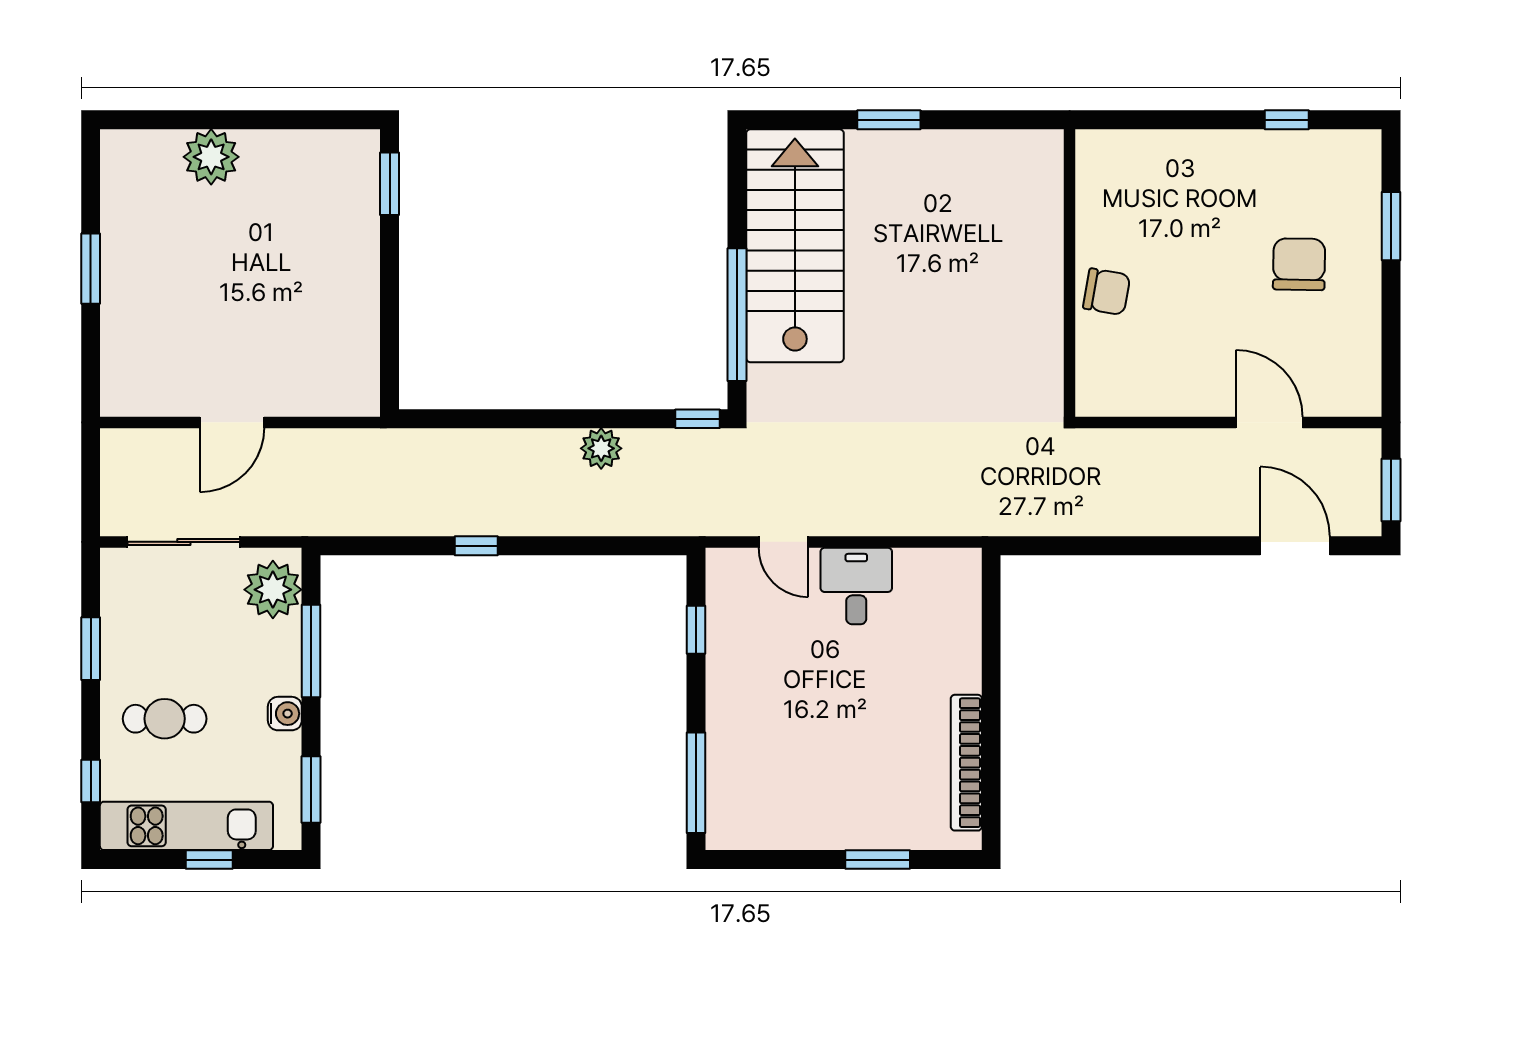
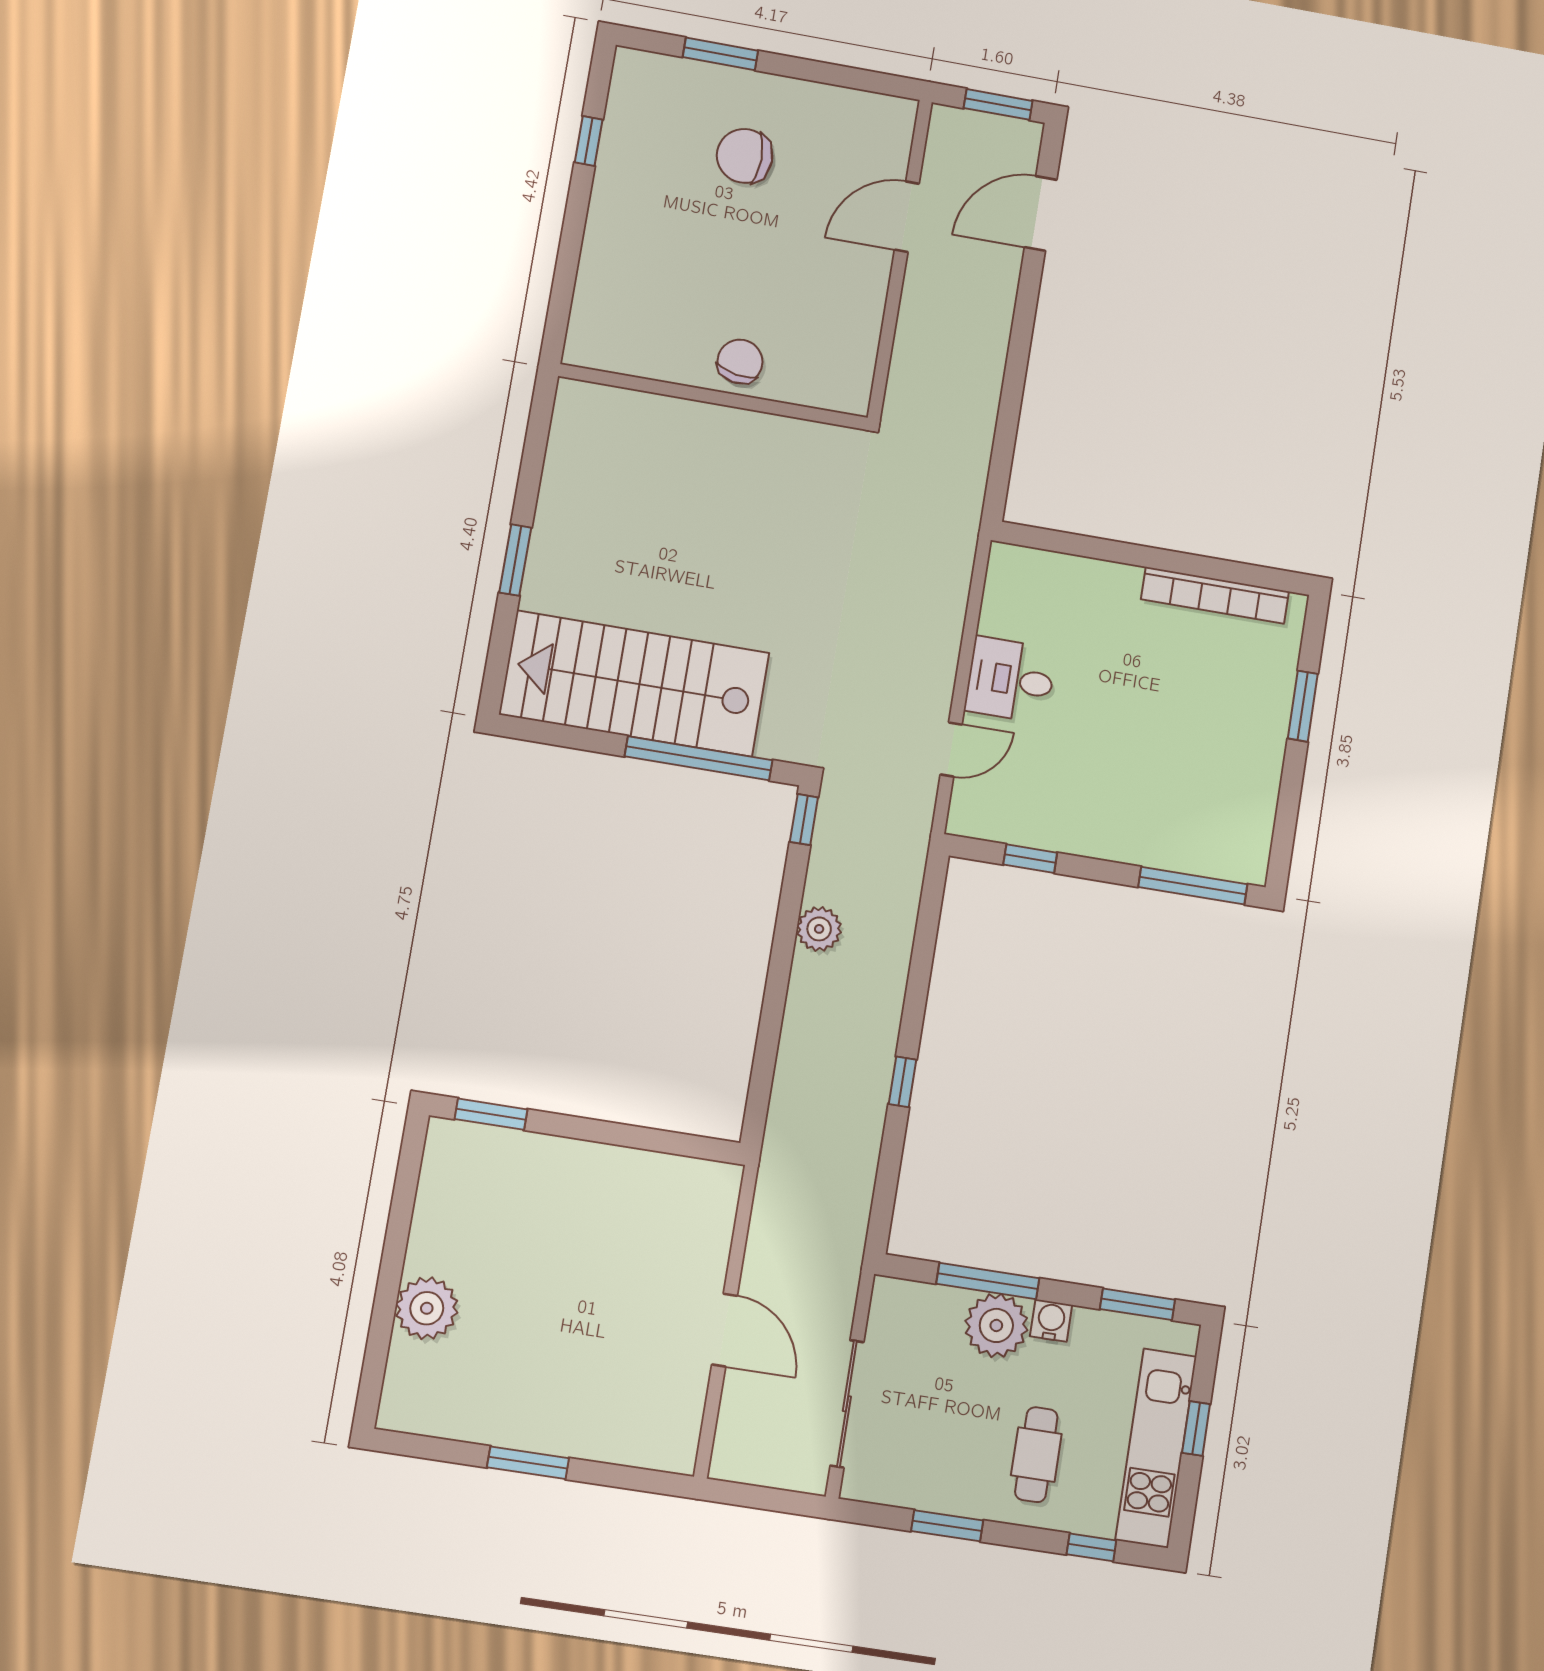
plant: (273, 590) -> (996, 1325), moved

